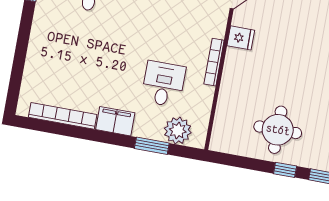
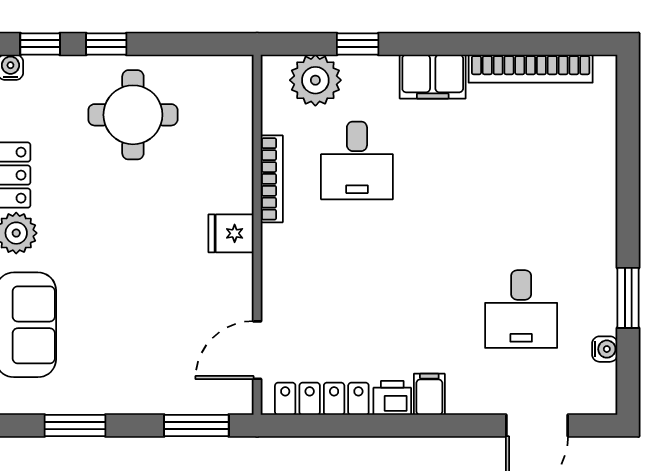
fridge: (241, 38) -> (231, 233), moved
bookcase: (214, 62) -> (272, 179), moved
window: (152, 146) -> (358, 44), width x0.67

